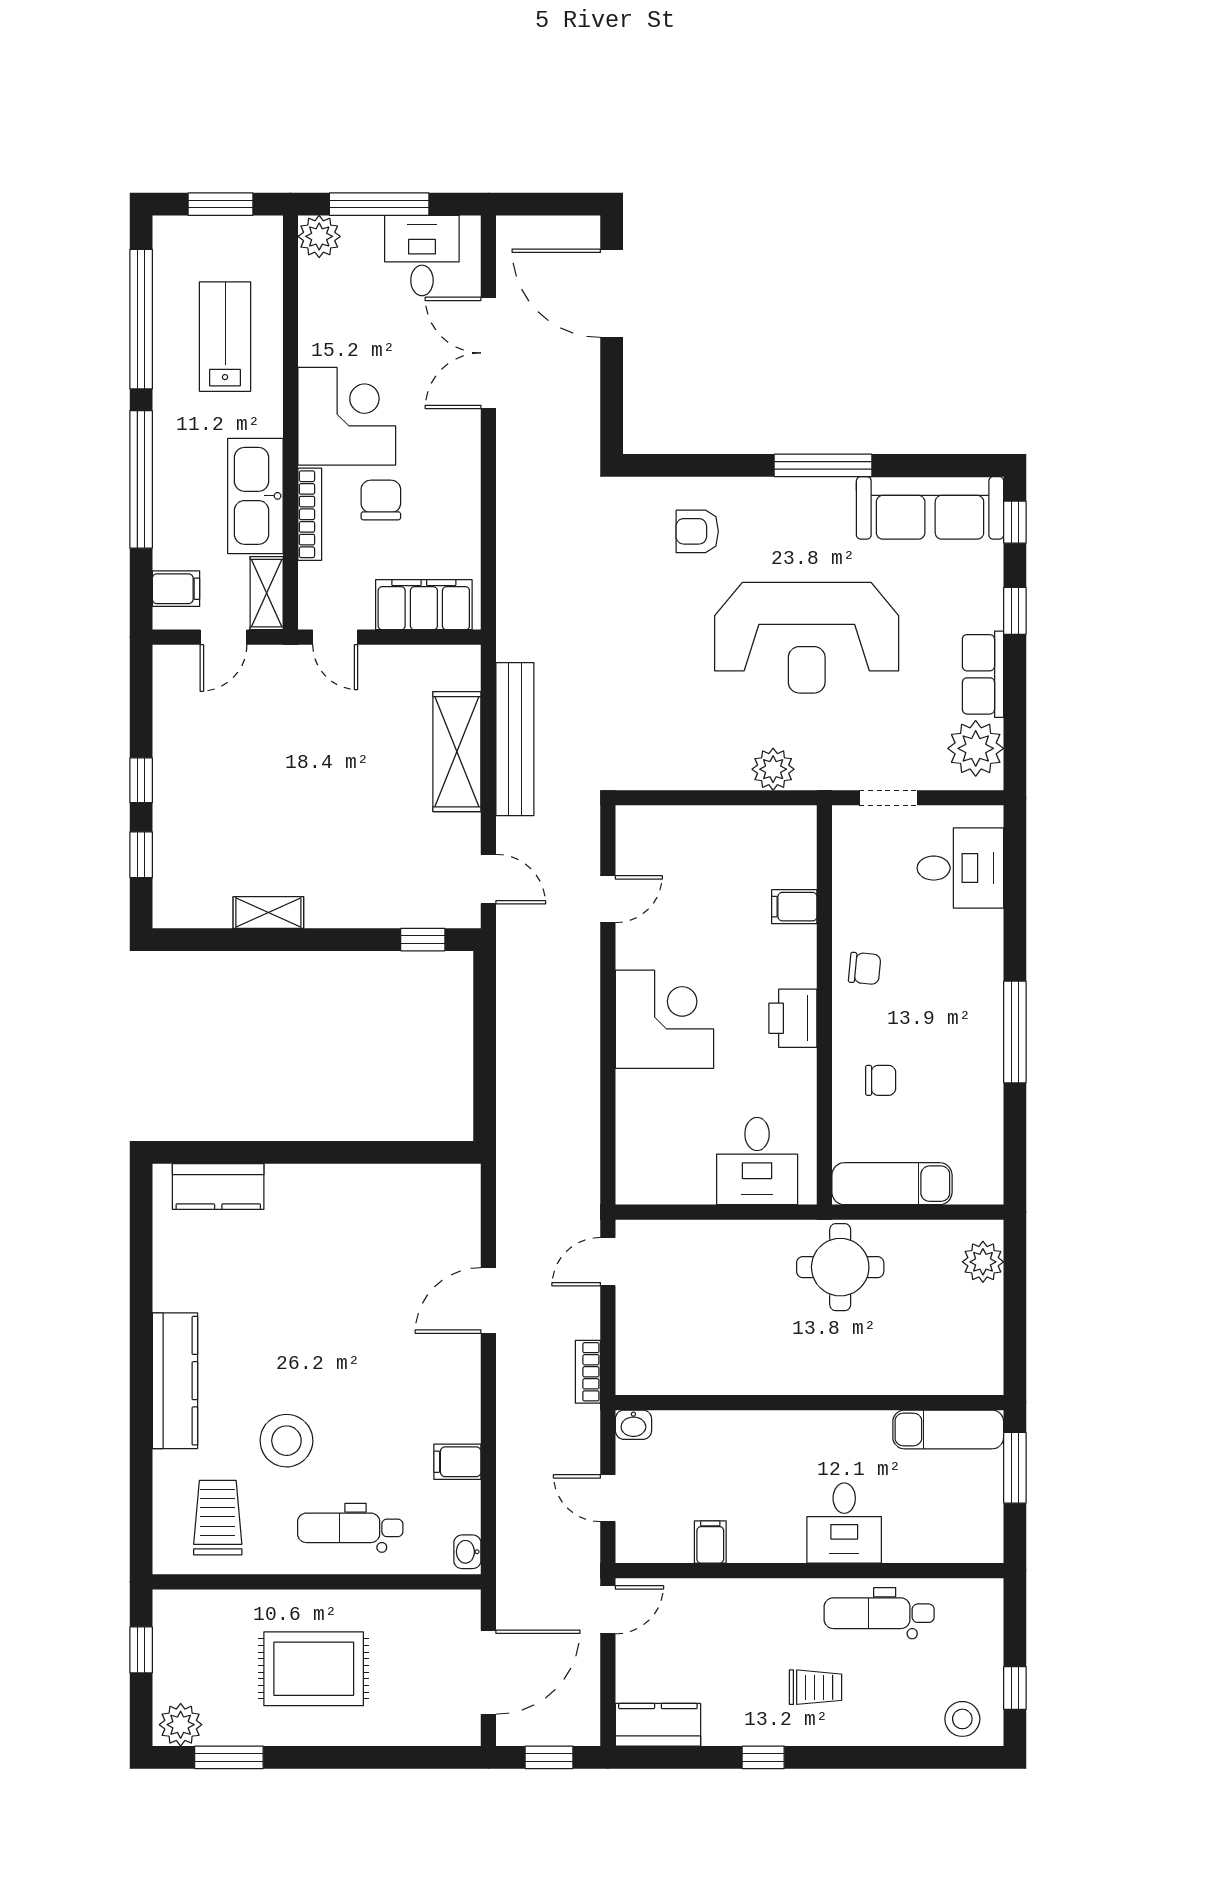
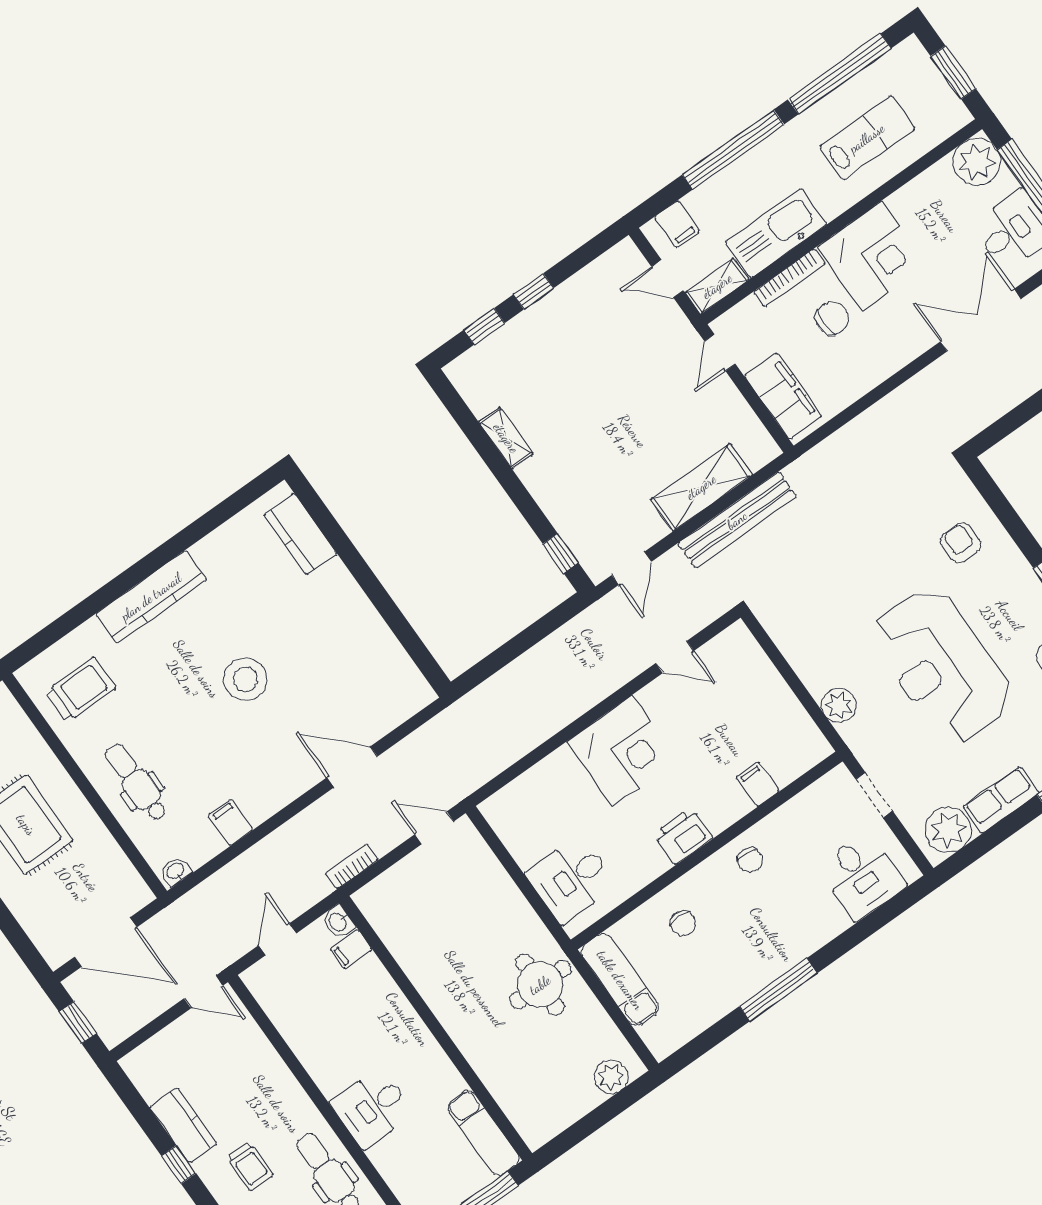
plant: (319, 236) -> (977, 162), width x1.36, depth x1.36
stool: (286, 1441) -> (246, 679), moved
filing cabinet: (710, 1542) -> (351, 949), moved, turned 180
kitchen counter: (658, 1725) -> (183, 1125), moved

